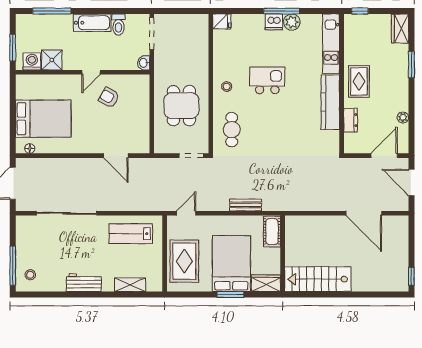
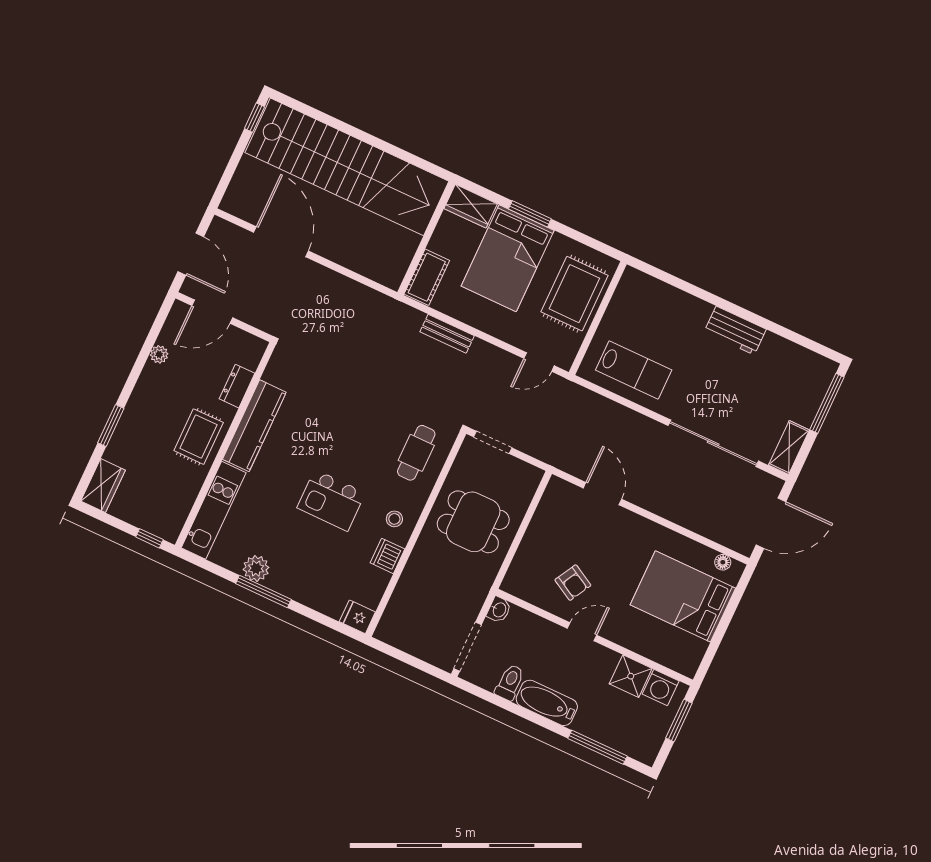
dishwasher: (274, 22) -> (387, 556), moved, turned -90
dining table: (181, 106) -> (473, 522), turned 90
stool: (30, 275) -> (808, 378), removed
stairs: (318, 279) -> (347, 167), width x1.86, depth x1.51
shelving: (130, 285) -> (789, 448), moved, turned 90

